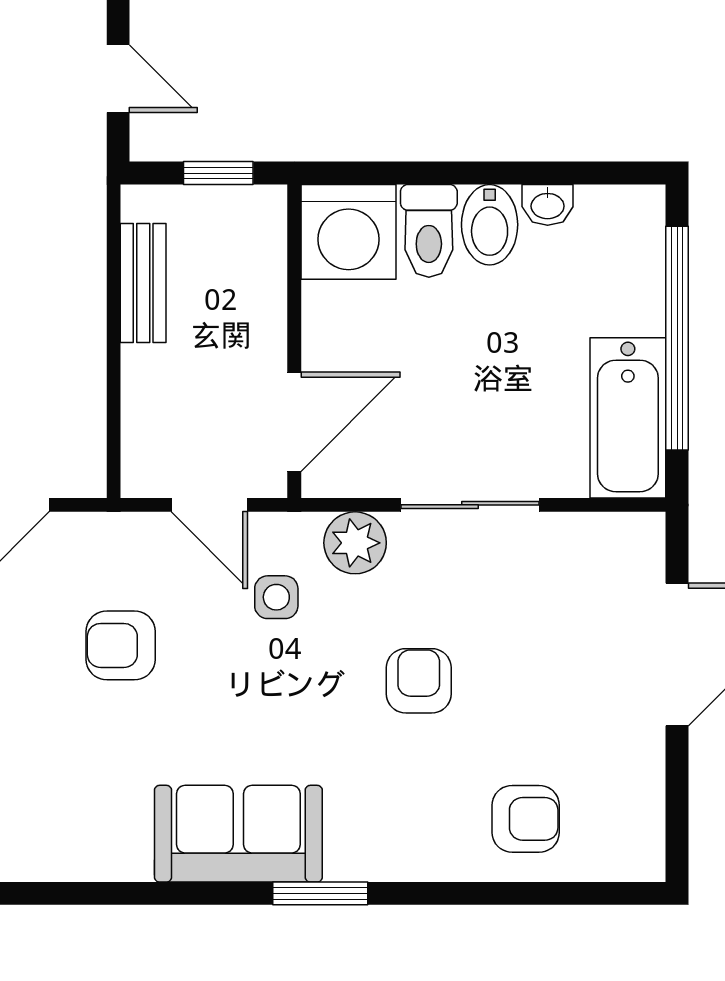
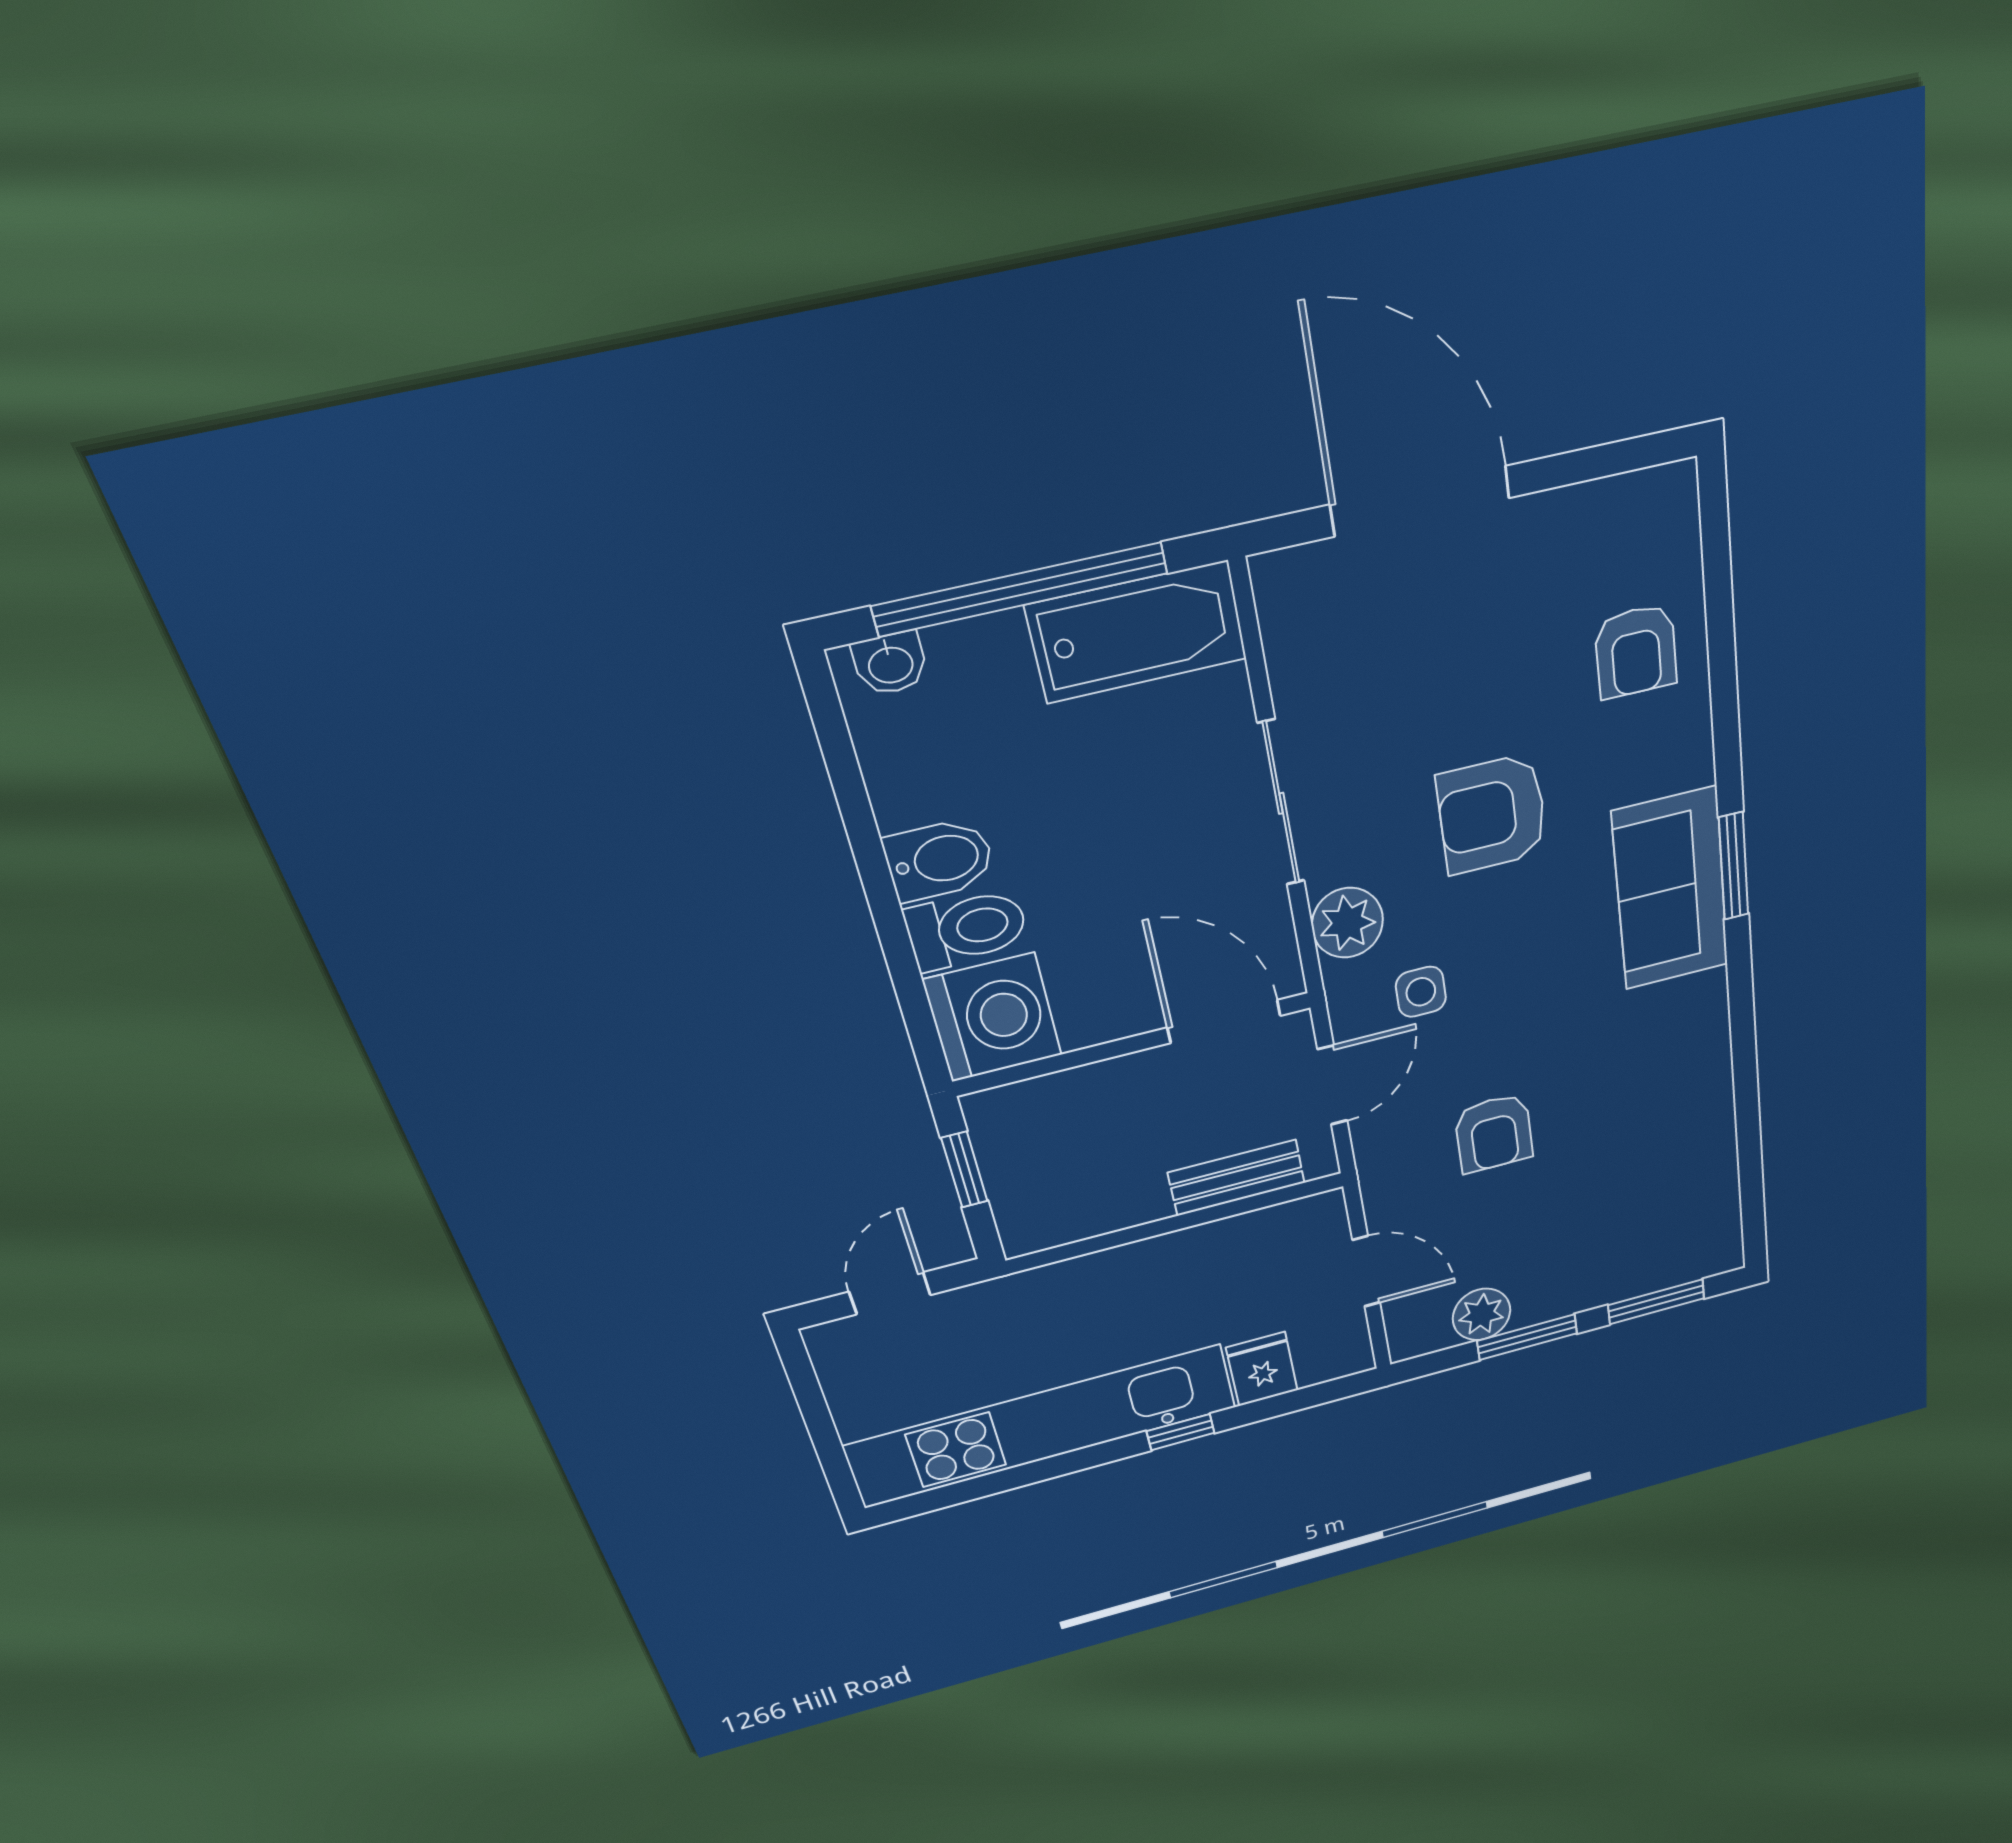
washbasin: (548, 205) -> (890, 664), moved, turned 90
bench: (143, 283) -> (1237, 1178), moved
armchair: (419, 681) -> (1492, 814), width x1.38, depth x1.38
armchair: (526, 819) -> (1636, 651), turned 180
sofa: (238, 834) -> (1671, 889), moved

